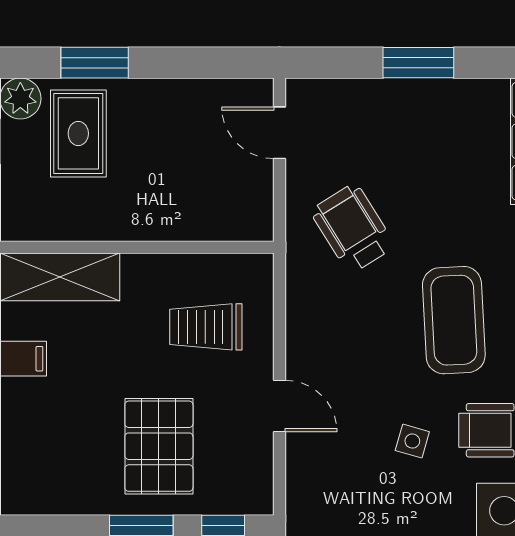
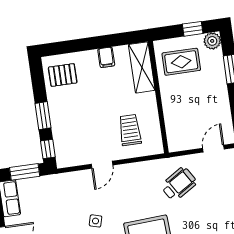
rug: (78, 133) -> (181, 62), moved
pallet: (159, 446) -> (63, 75), moved, width x0.67, depth x0.71

